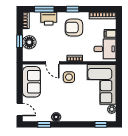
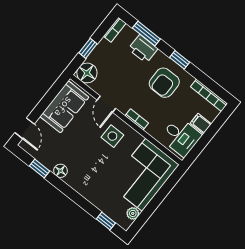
armchair: (74, 28) -> (164, 83), turned -90
floor lamp: (29, 42) -> (87, 73), moved

